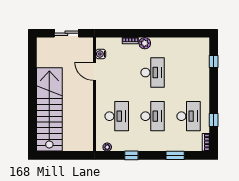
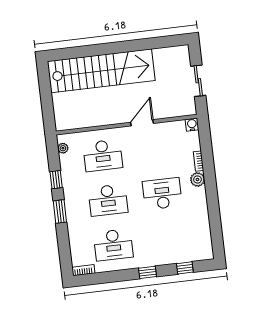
water cooler: (101, 54) -> (192, 125), moved
door: (94, 71) -> (142, 123), moved
desk: (153, 73) -> (162, 194), turned 180
window: (214, 120) -> (147, 272), moved
window: (175, 155) -> (60, 211), moved

